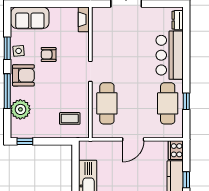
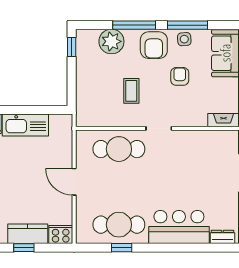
window: (7, 48) -> (188, 25), width x1.44
coffee table: (70, 118) -> (131, 91), moved

